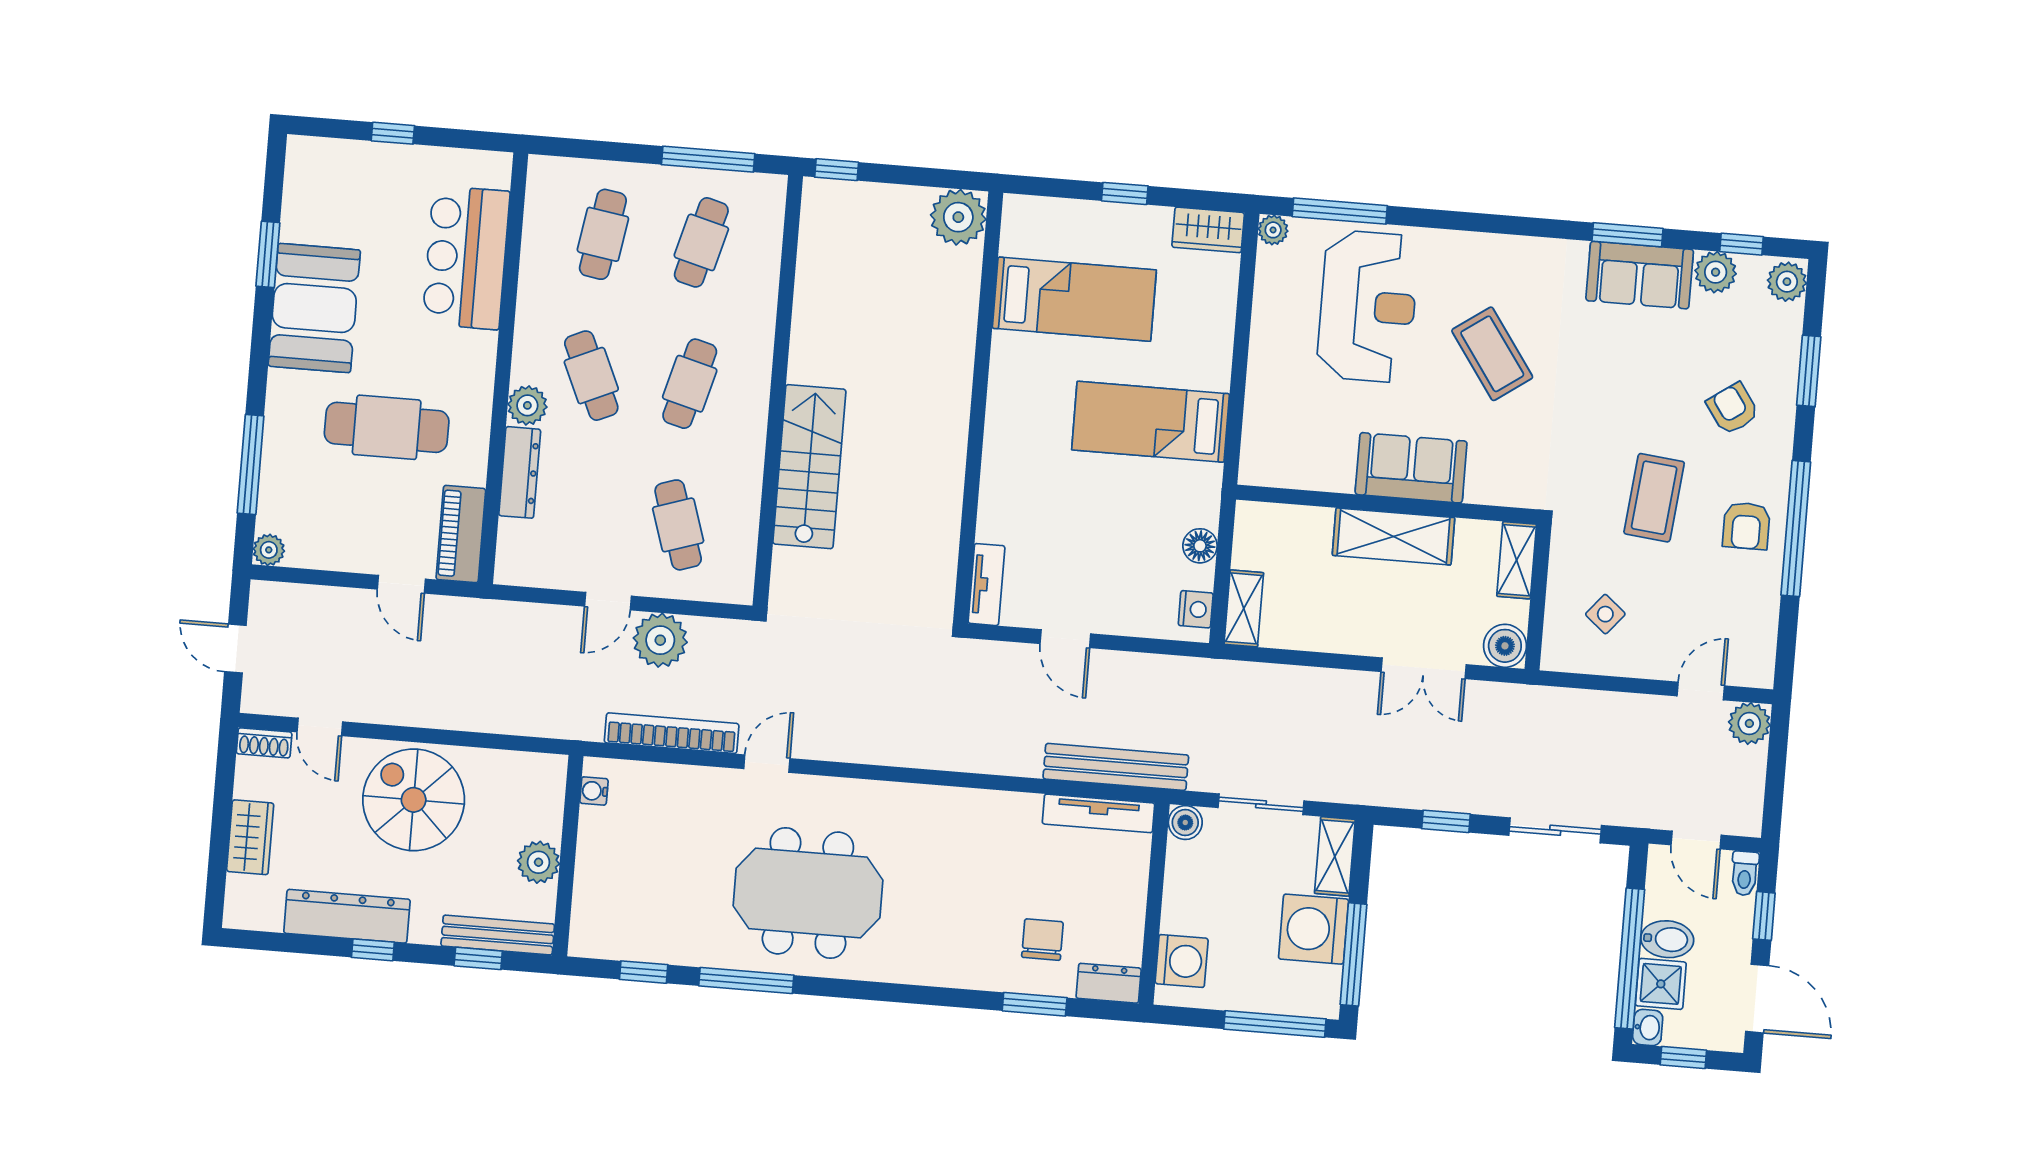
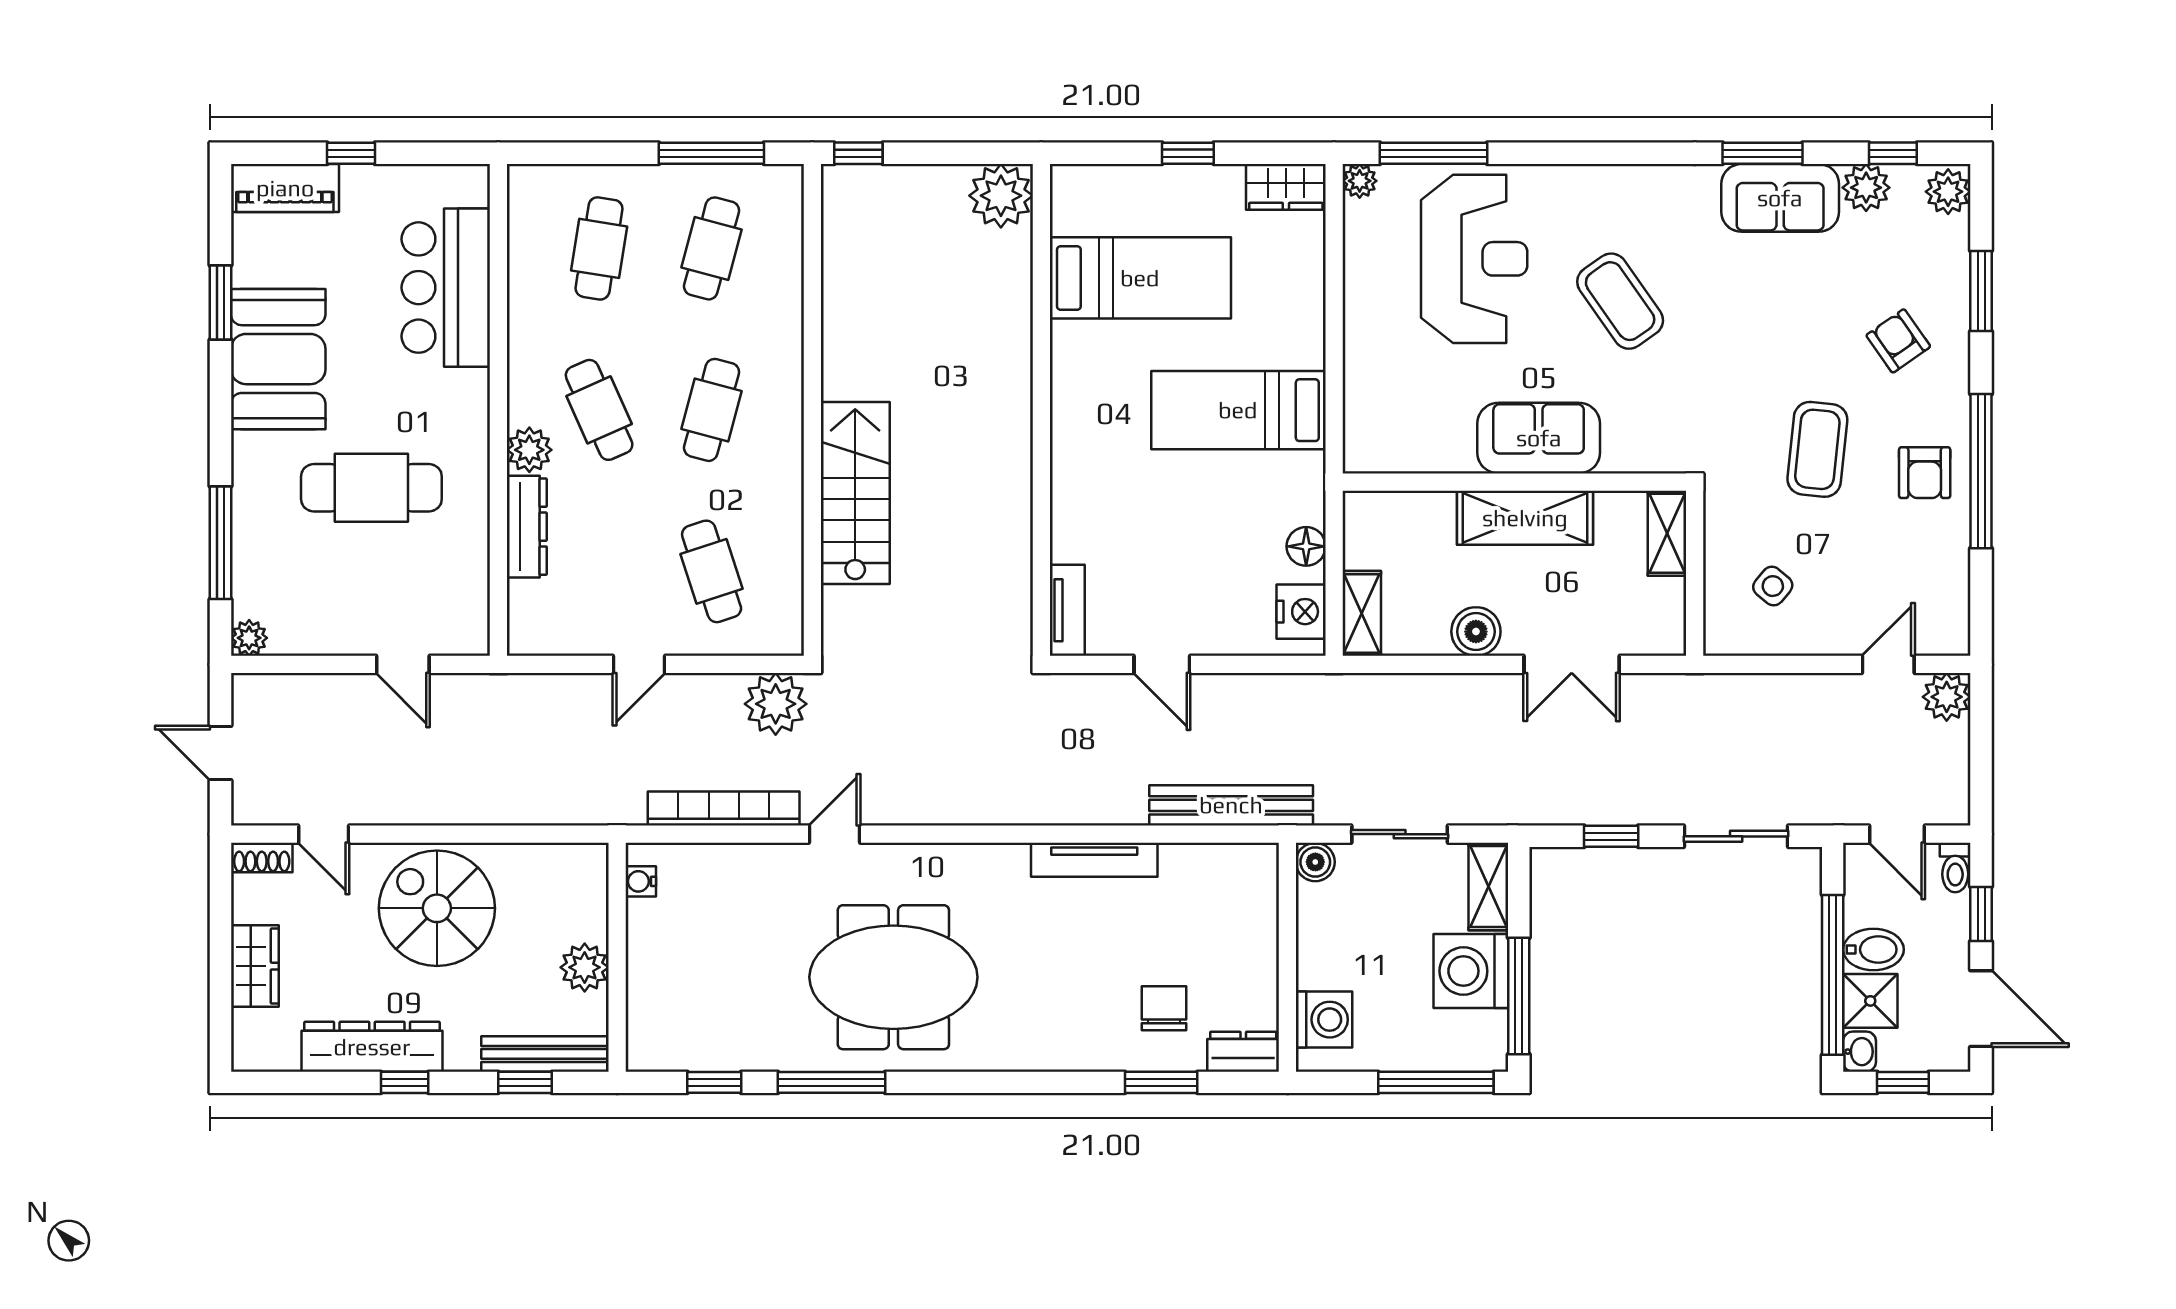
piano: (461, 534) -> (285, 188), moved, turned -90
nightstand: (1196, 609) -> (1301, 612), width x1.36, depth x1.33
plant: (660, 640) -> (776, 704), moved
boiler: (1505, 646) -> (1476, 632), moved
tv unit: (1098, 813) -> (1094, 860), moved

